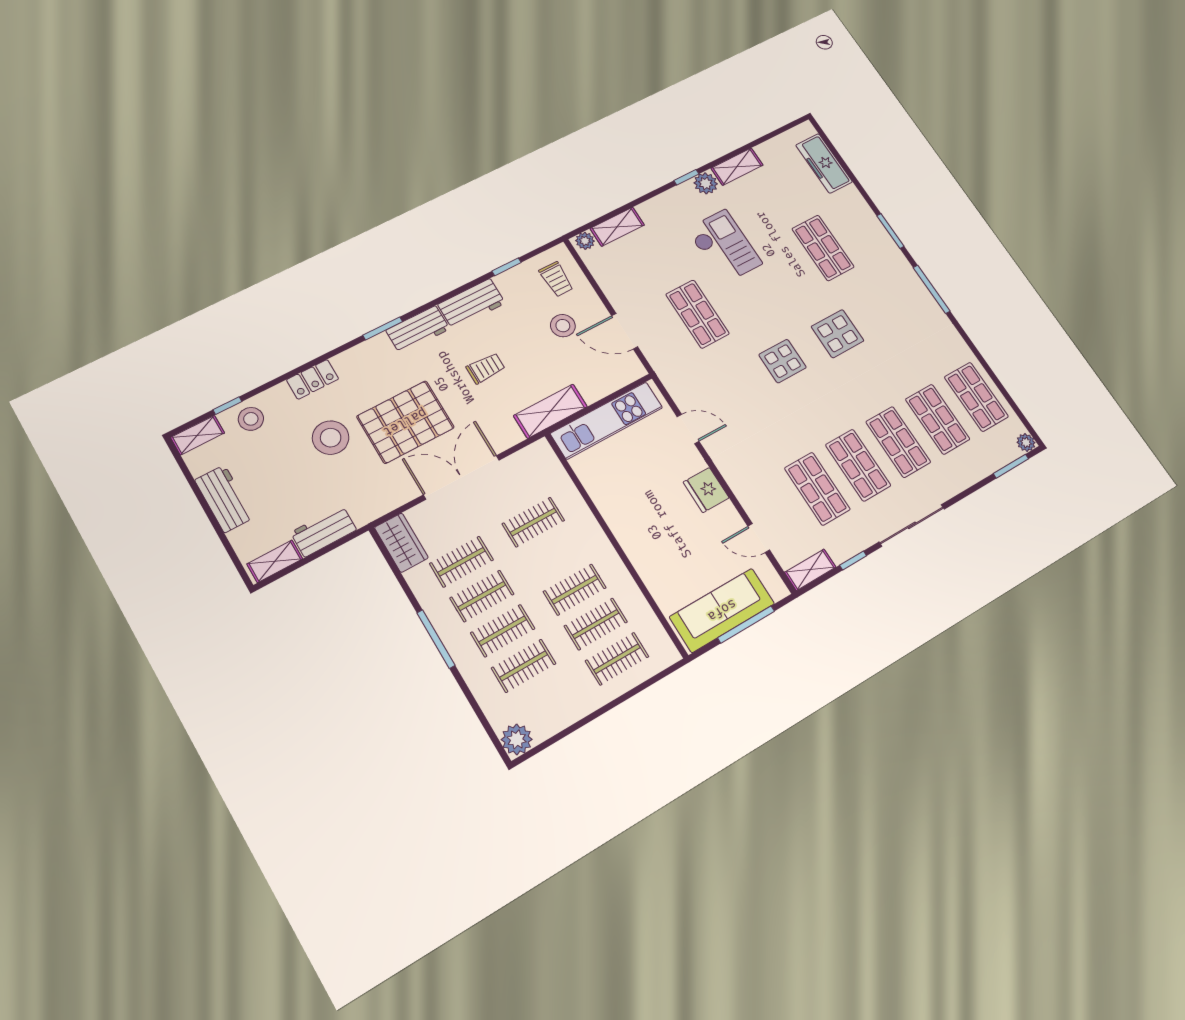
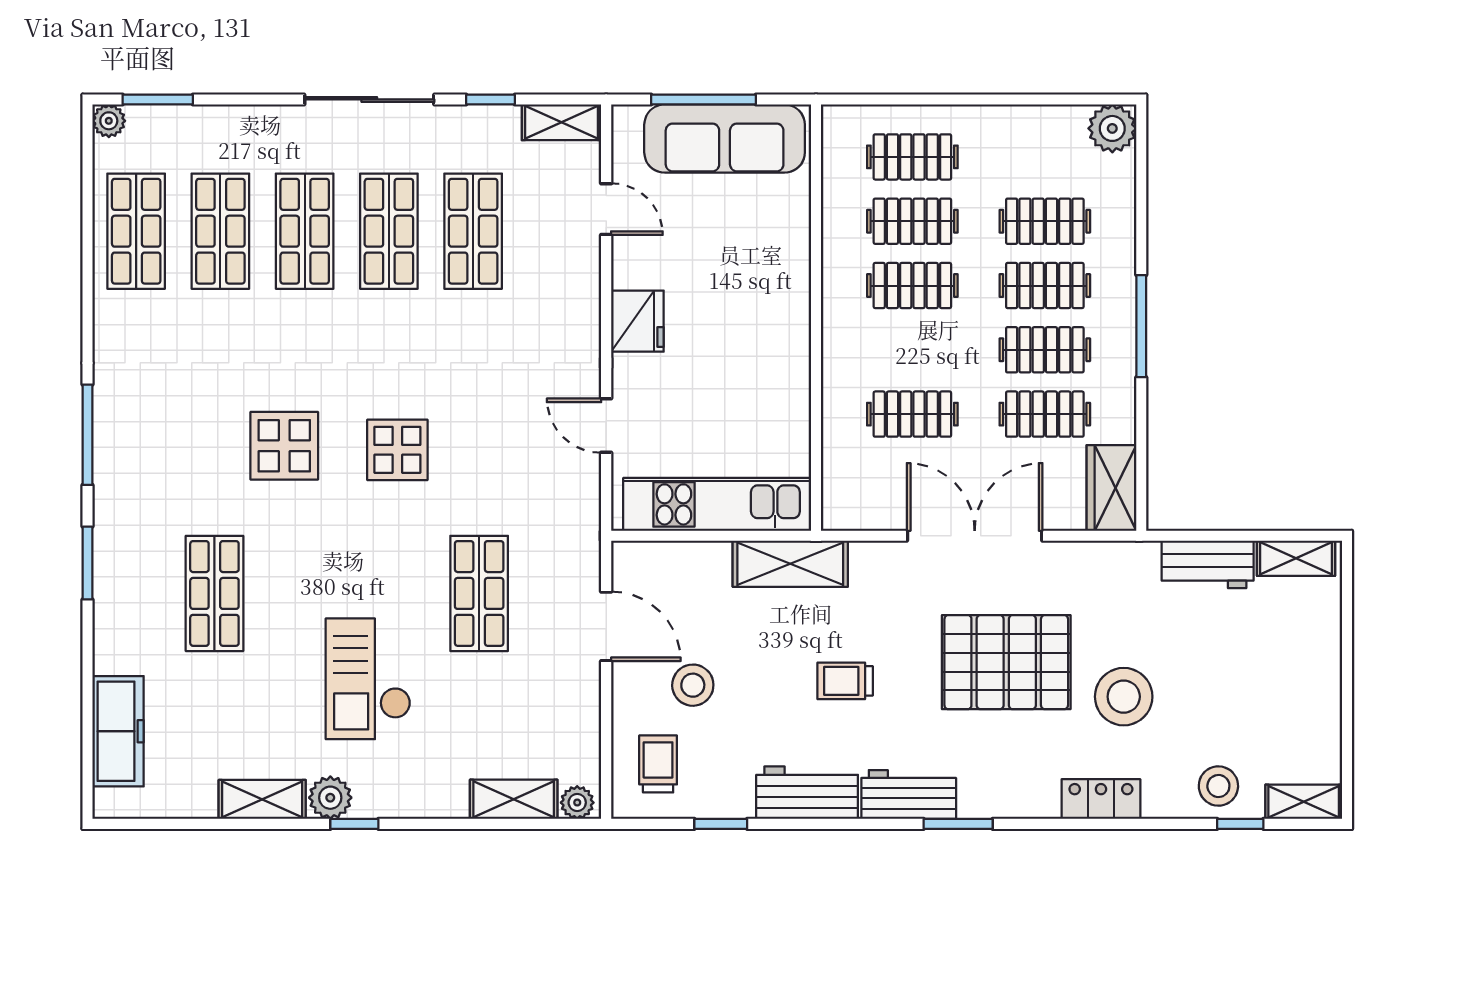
double door: (461, 477) -> (975, 536), swing flipped
workbench: (224, 499) -> (1316, 687), removed

